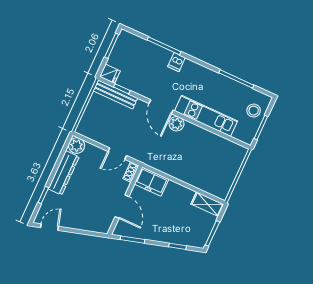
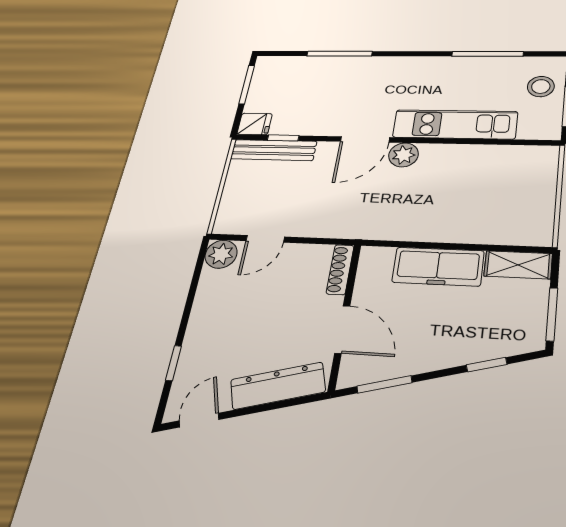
dishwasher: (176, 62) -> (370, 68), removed
door: (161, 107) -> (365, 139), hinge flipped
door: (117, 154) -> (265, 239), moved
shoe rack: (131, 172) -> (340, 270), width x1.43
dresser: (64, 173) -> (278, 386), moved, turned -106
freezer: (151, 182) -> (438, 267), moved, width x1.40

